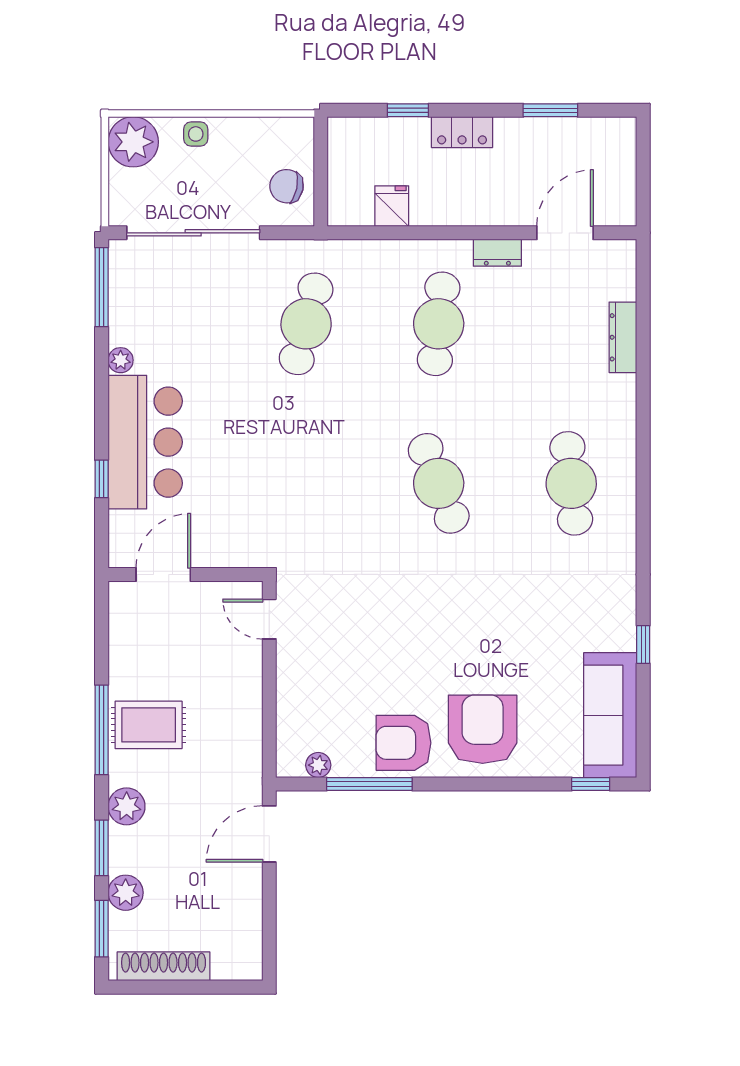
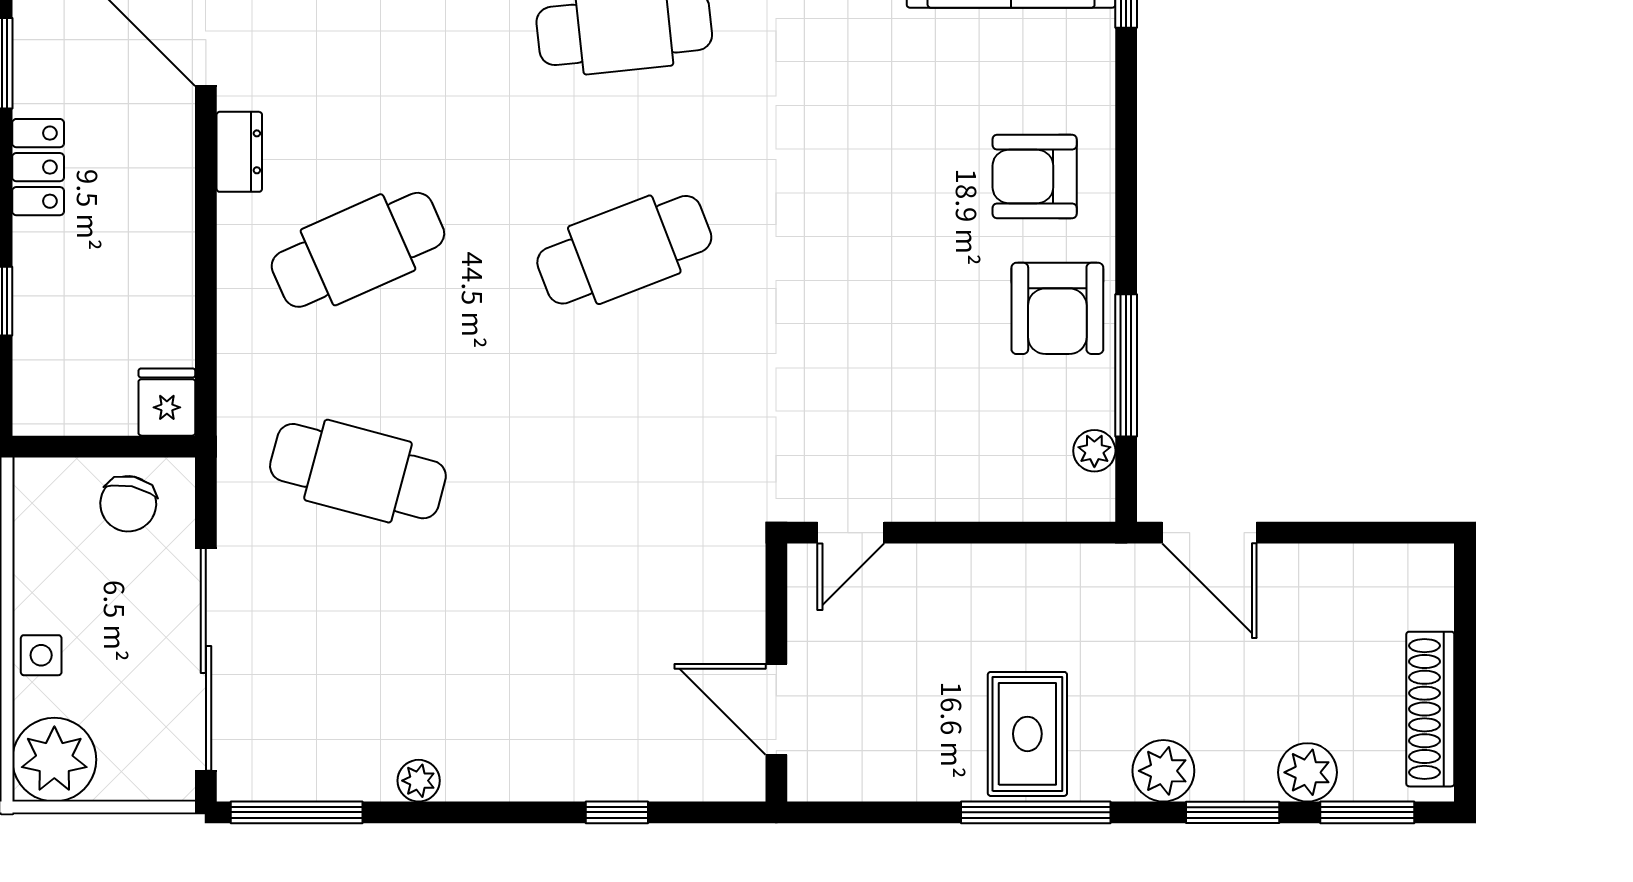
locker: (462, 132) -> (38, 167), moved
fridge: (392, 206) -> (167, 402), moved, turned 90
cafe table: (439, 324) -> (358, 250), turned -30
bar counter: (145, 442) -> (555, 740), removed
armchair: (483, 729) -> (1035, 177), width x0.73, depth x0.73

